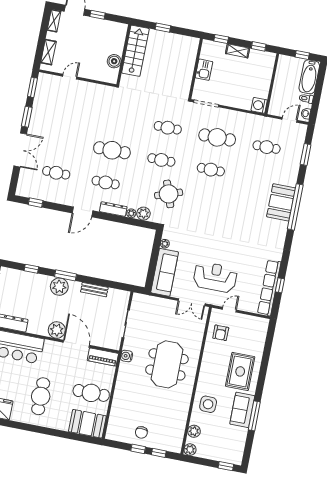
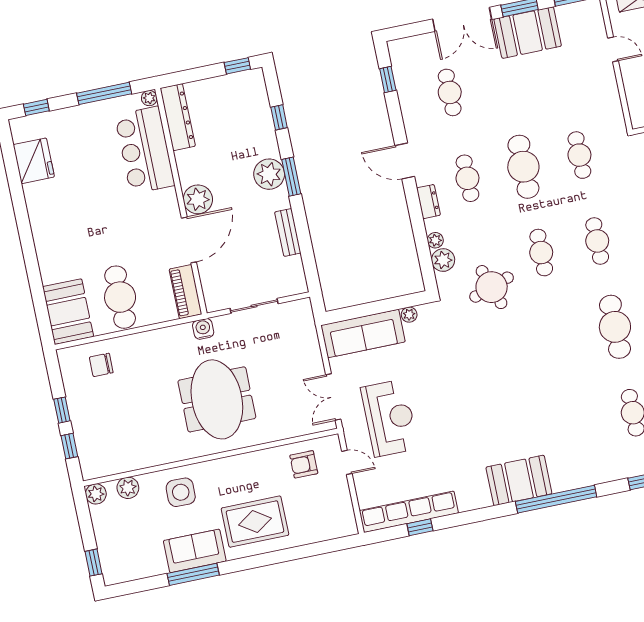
booth: (42, 118) -> (528, 33), added
cafe table: (211, 170) -> (579, 155), moved
booth: (281, 202) -> (519, 480), moved
dresser: (113, 209) -> (428, 202), width x0.70
meeting table: (167, 364) -> (217, 399), turned 90
cafe table: (41, 396) -> (81, 218), removed
chair: (141, 432) -> (101, 365), moved

